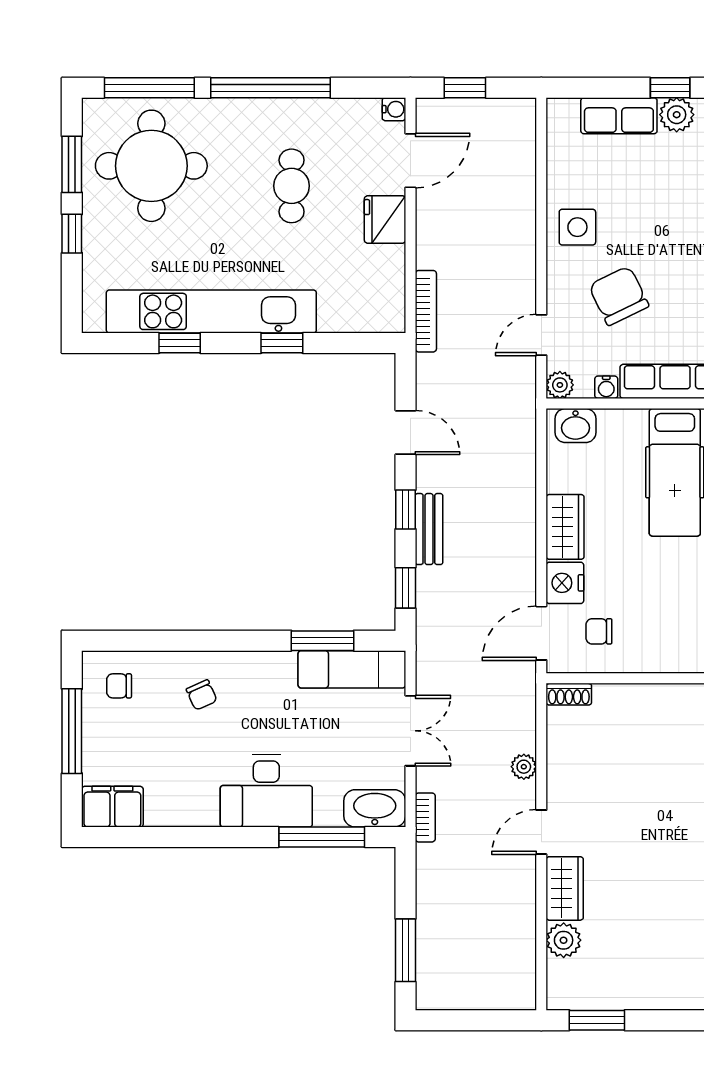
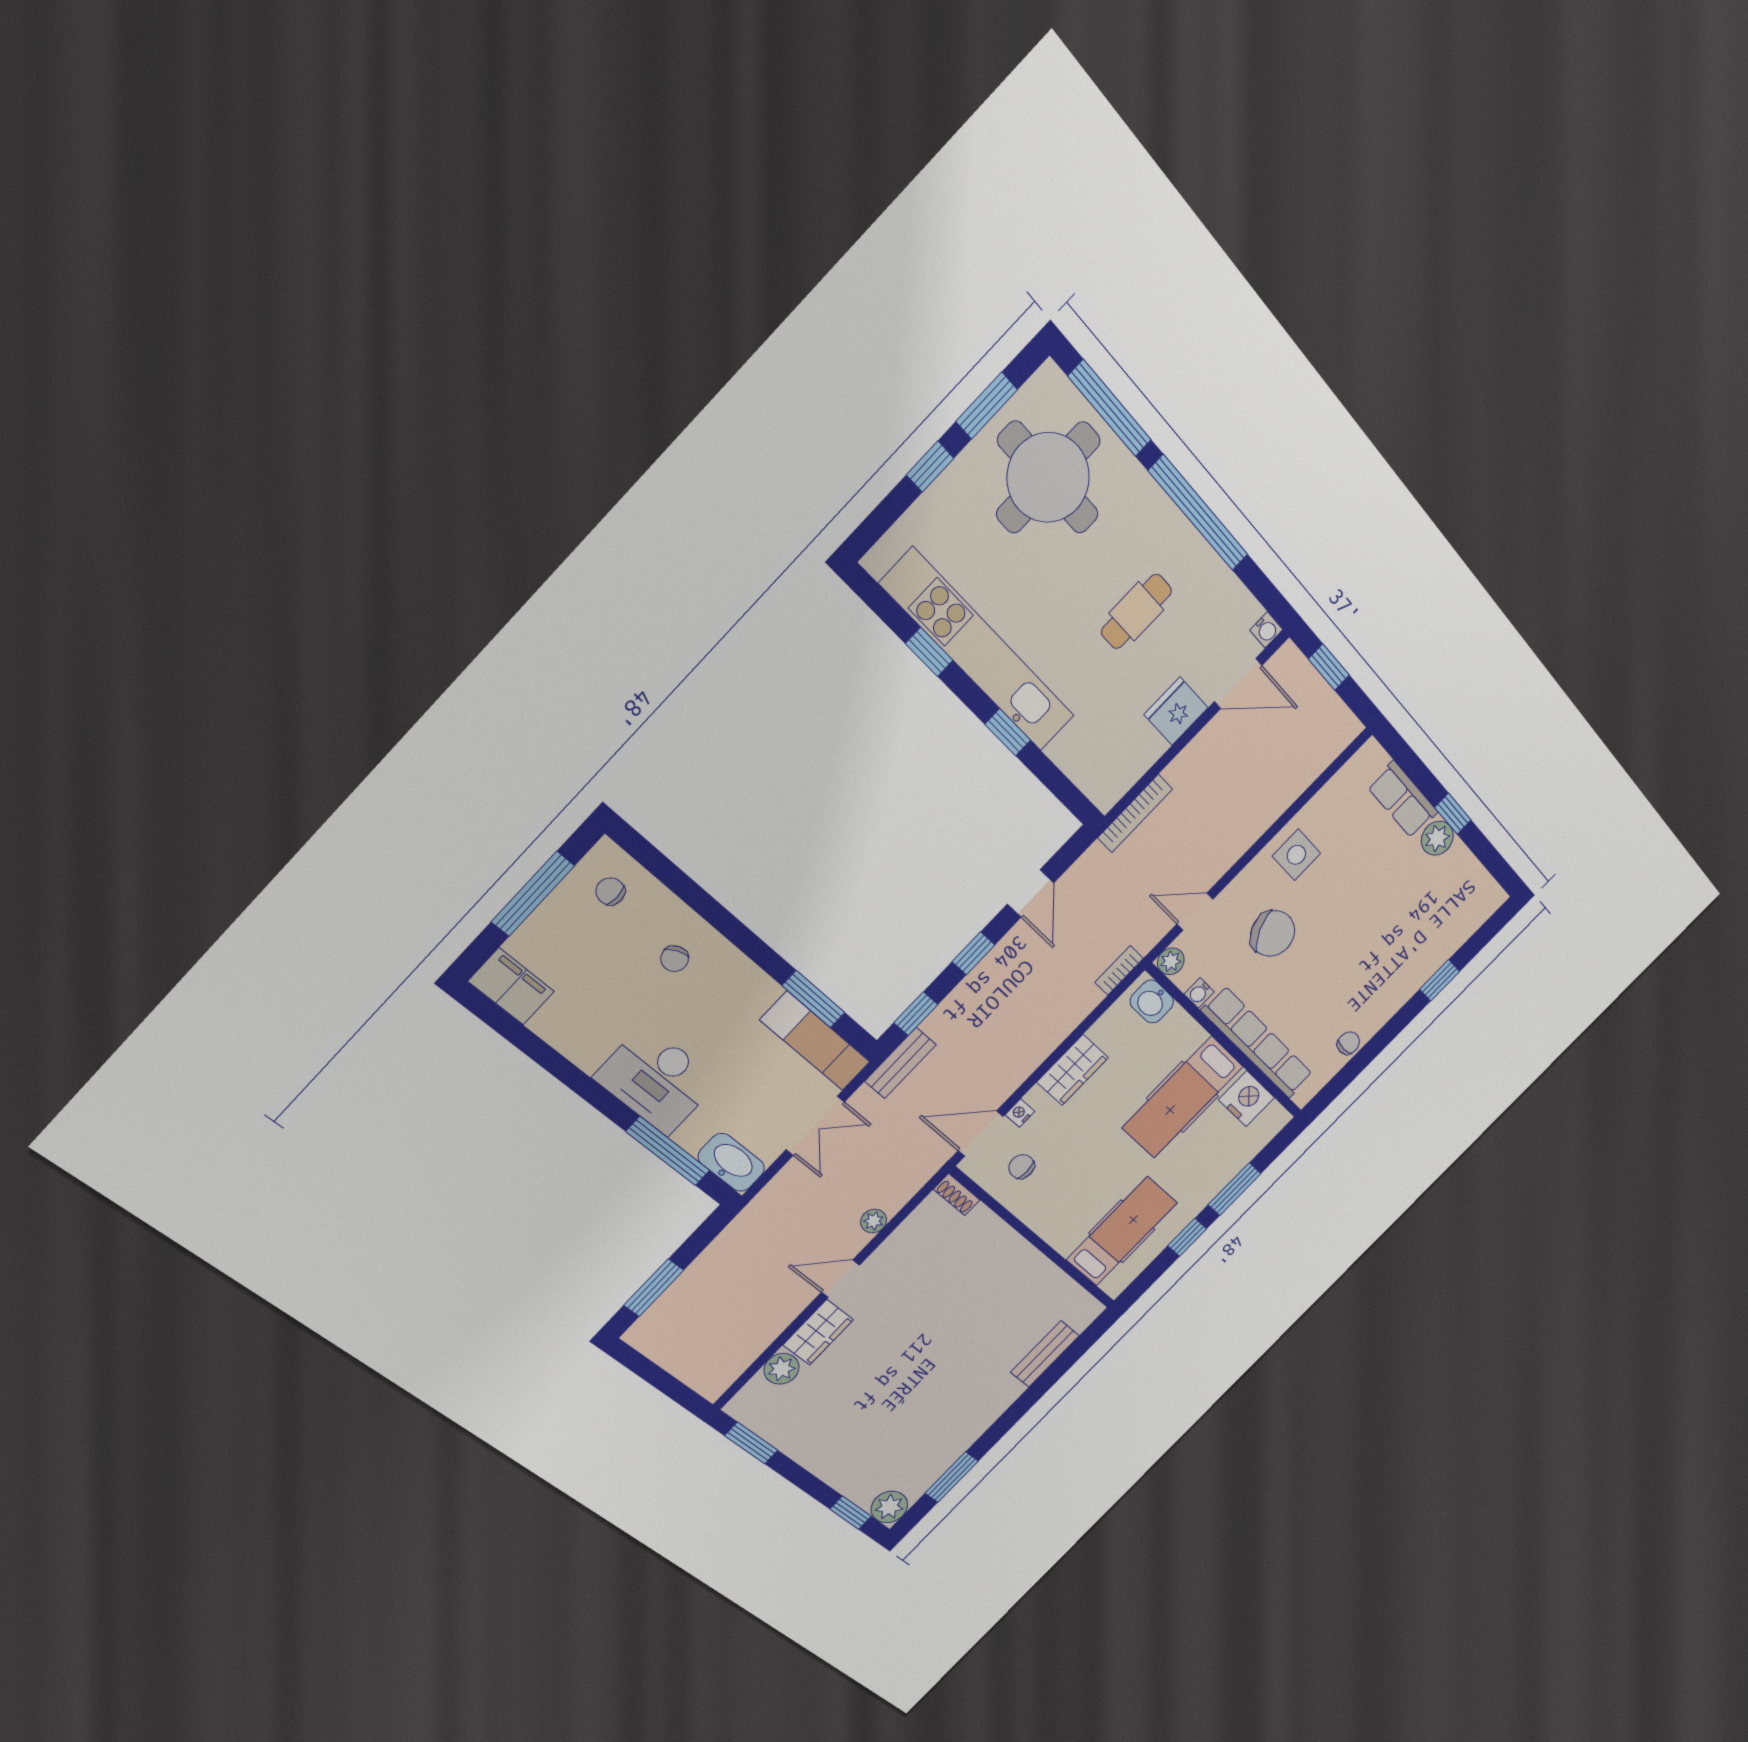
chair: (619, 296) -> (1273, 933), turned 89
bench: (429, 529) -> (900, 1063), moved
nightstand: (565, 583) -> (1020, 1113), width x0.53, depth x0.56
bookcase: (425, 817) -> (1119, 970), moved, turned 180

